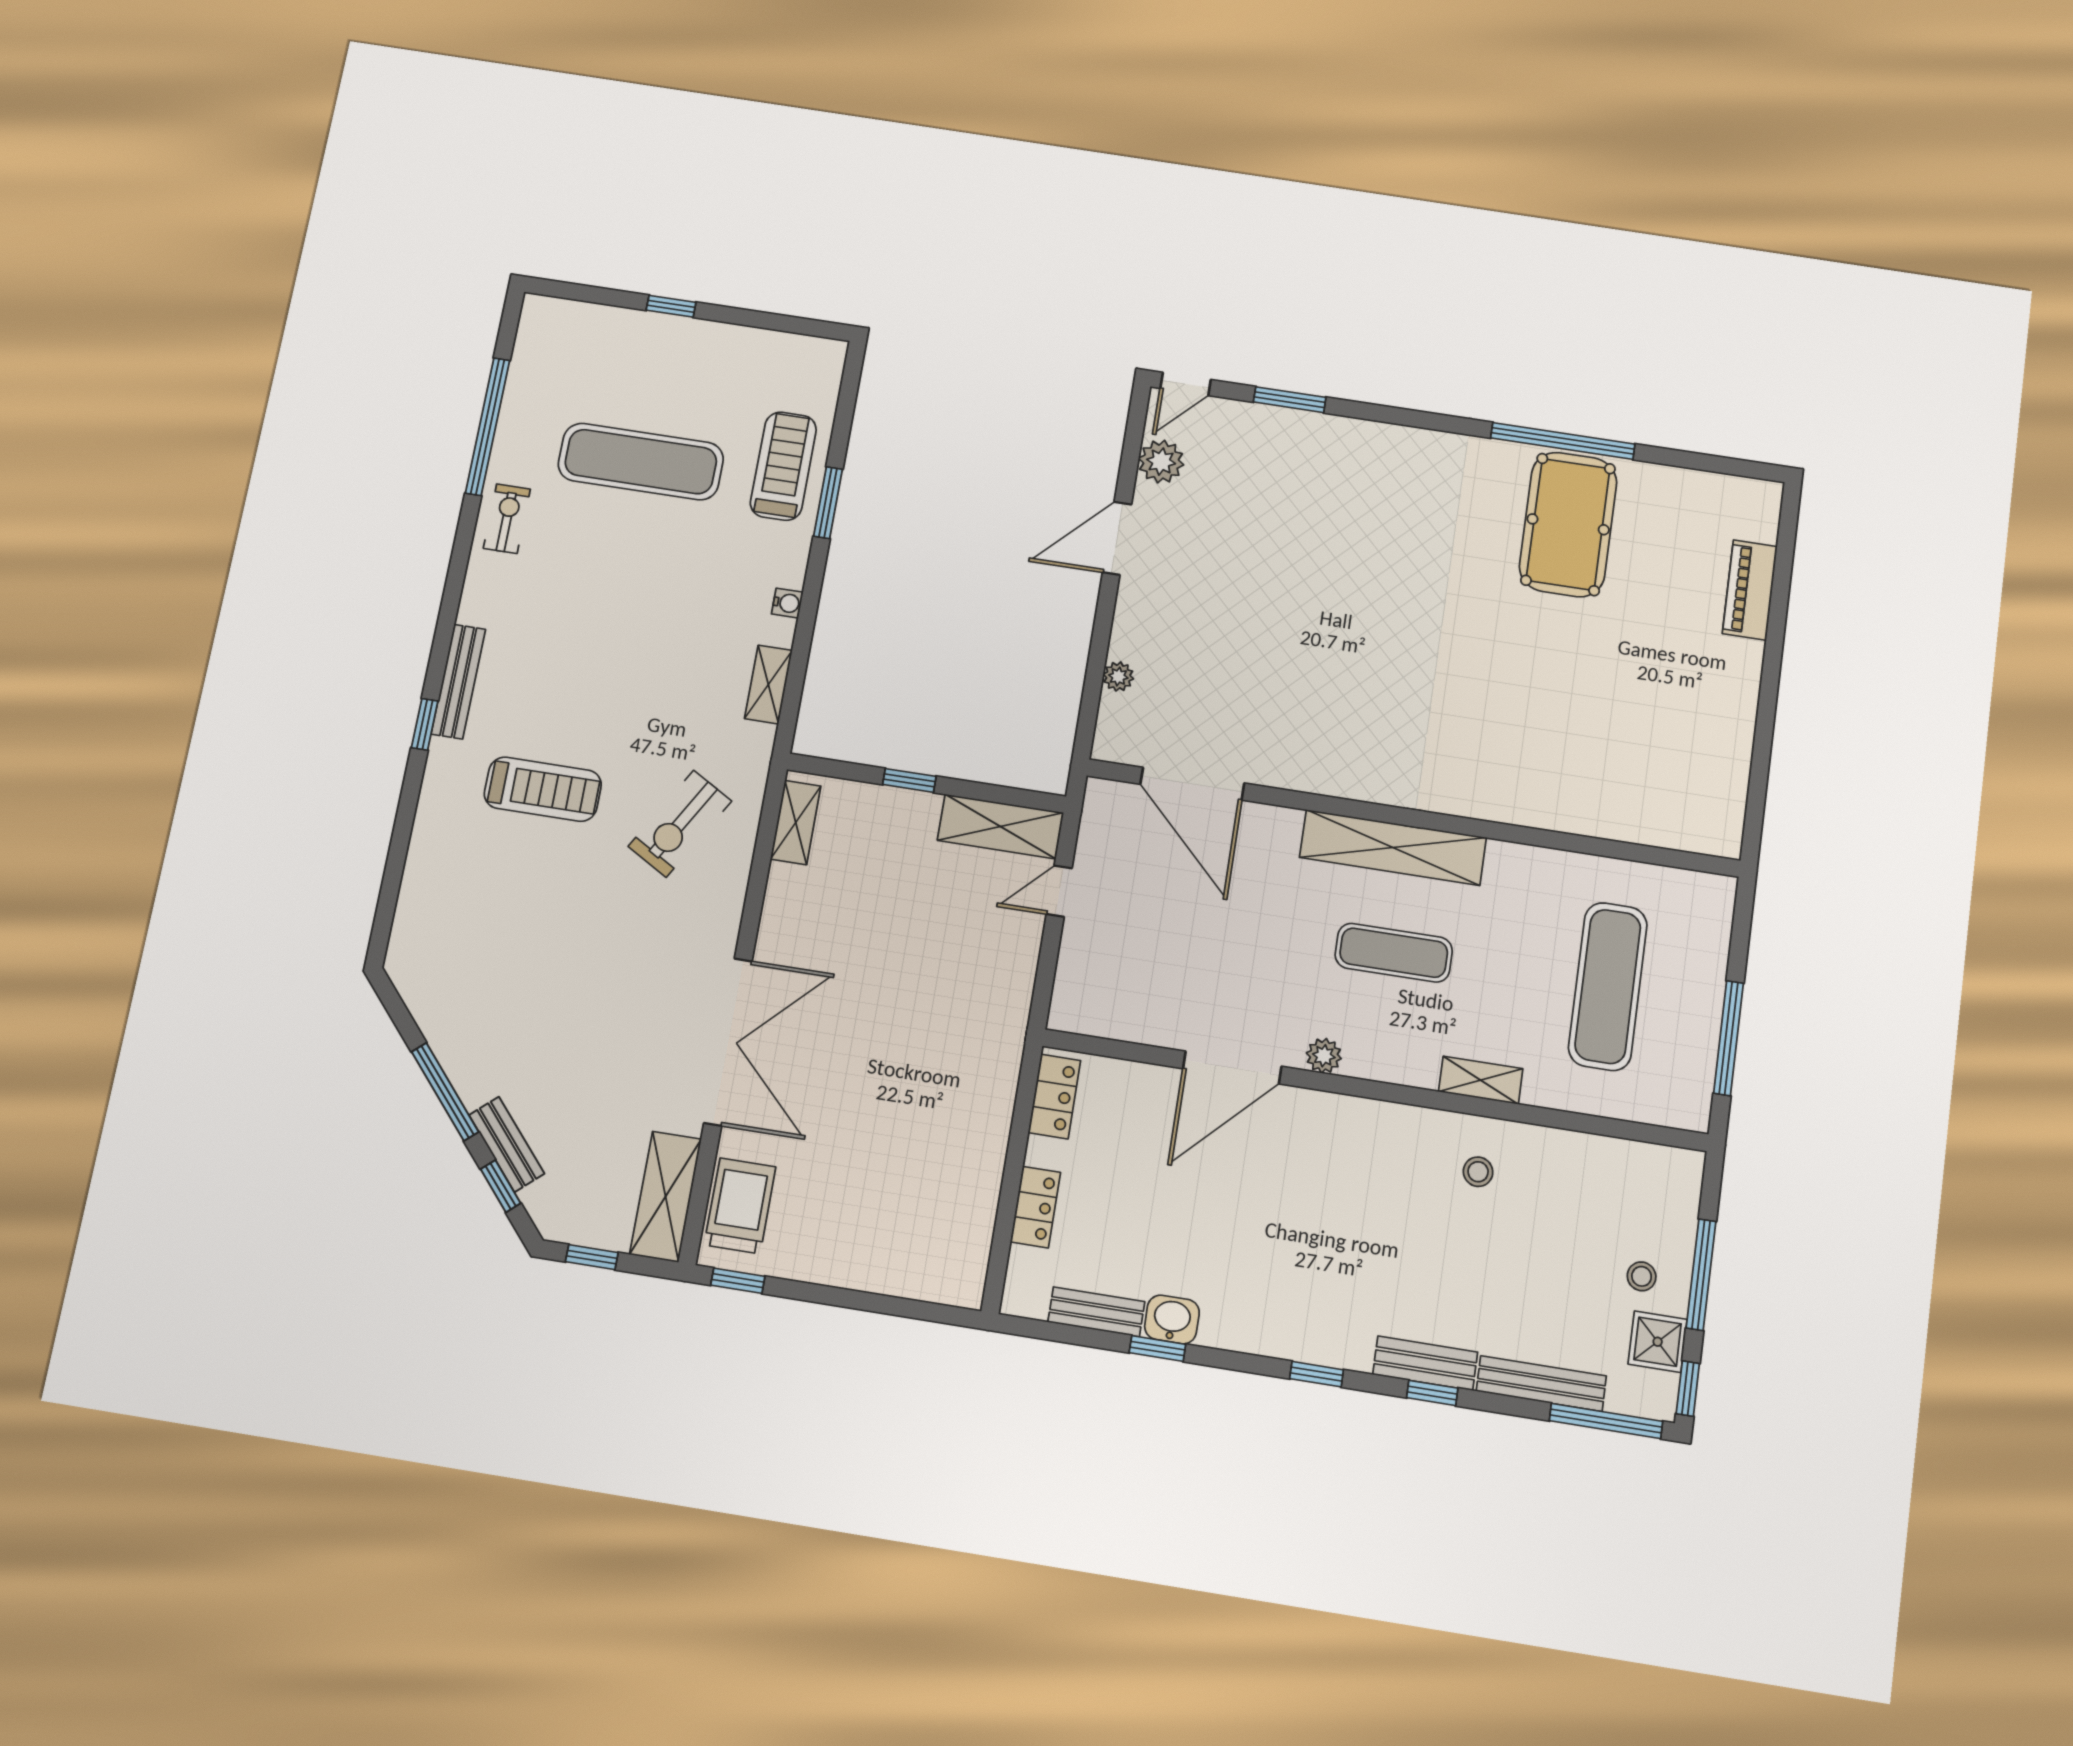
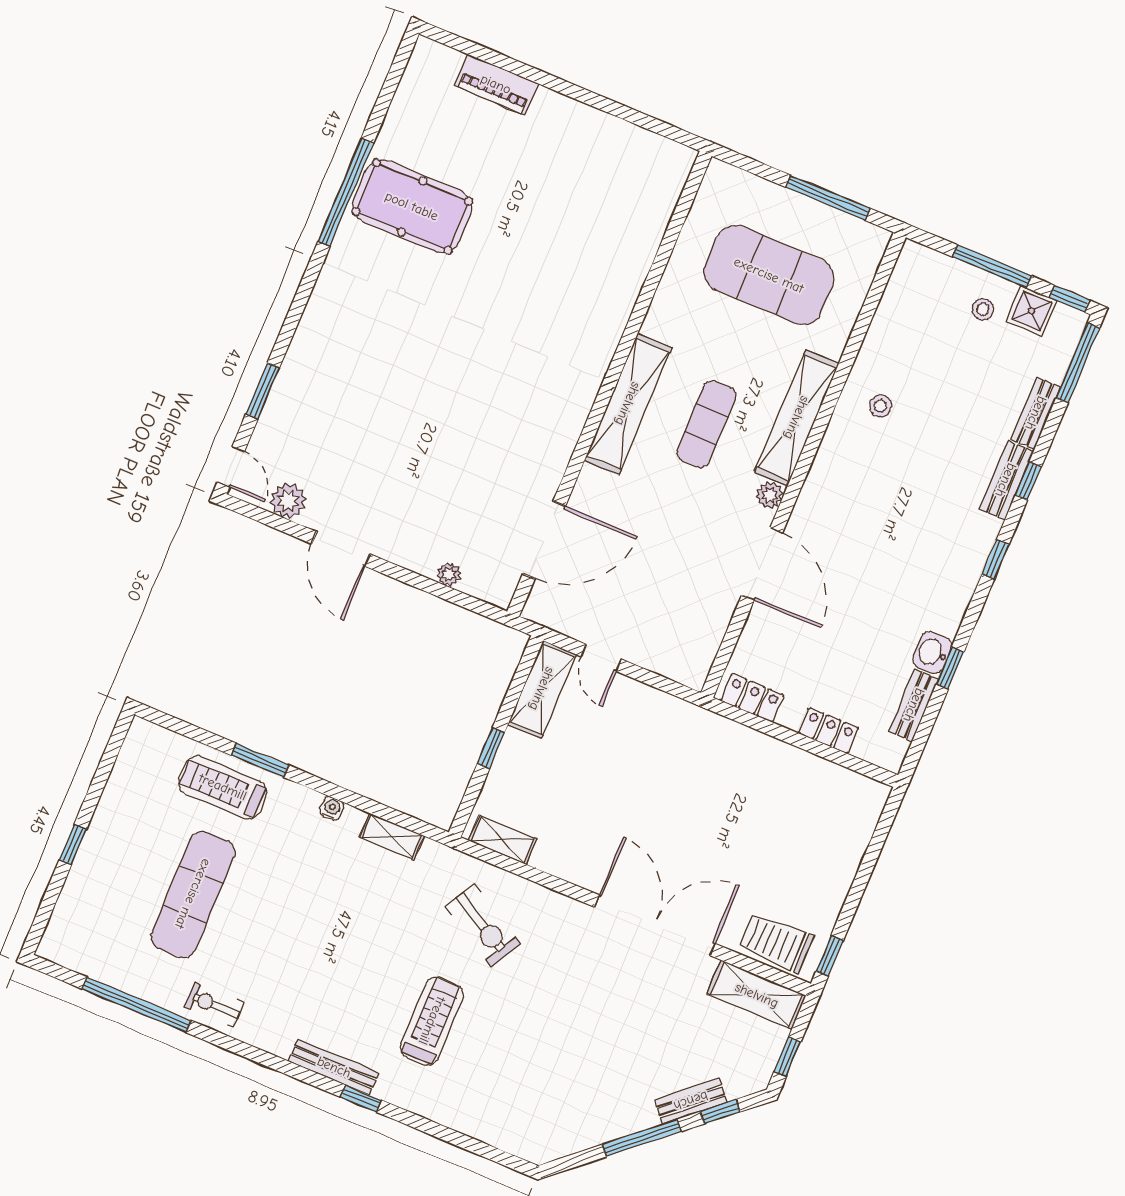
exercise mat: (1608, 986) -> (769, 275), width x1.47
shelving: (1481, 1080) -> (797, 418), width x2.20, depth x1.33
bench: (1541, 1384) -> (1036, 413), width x0.73

